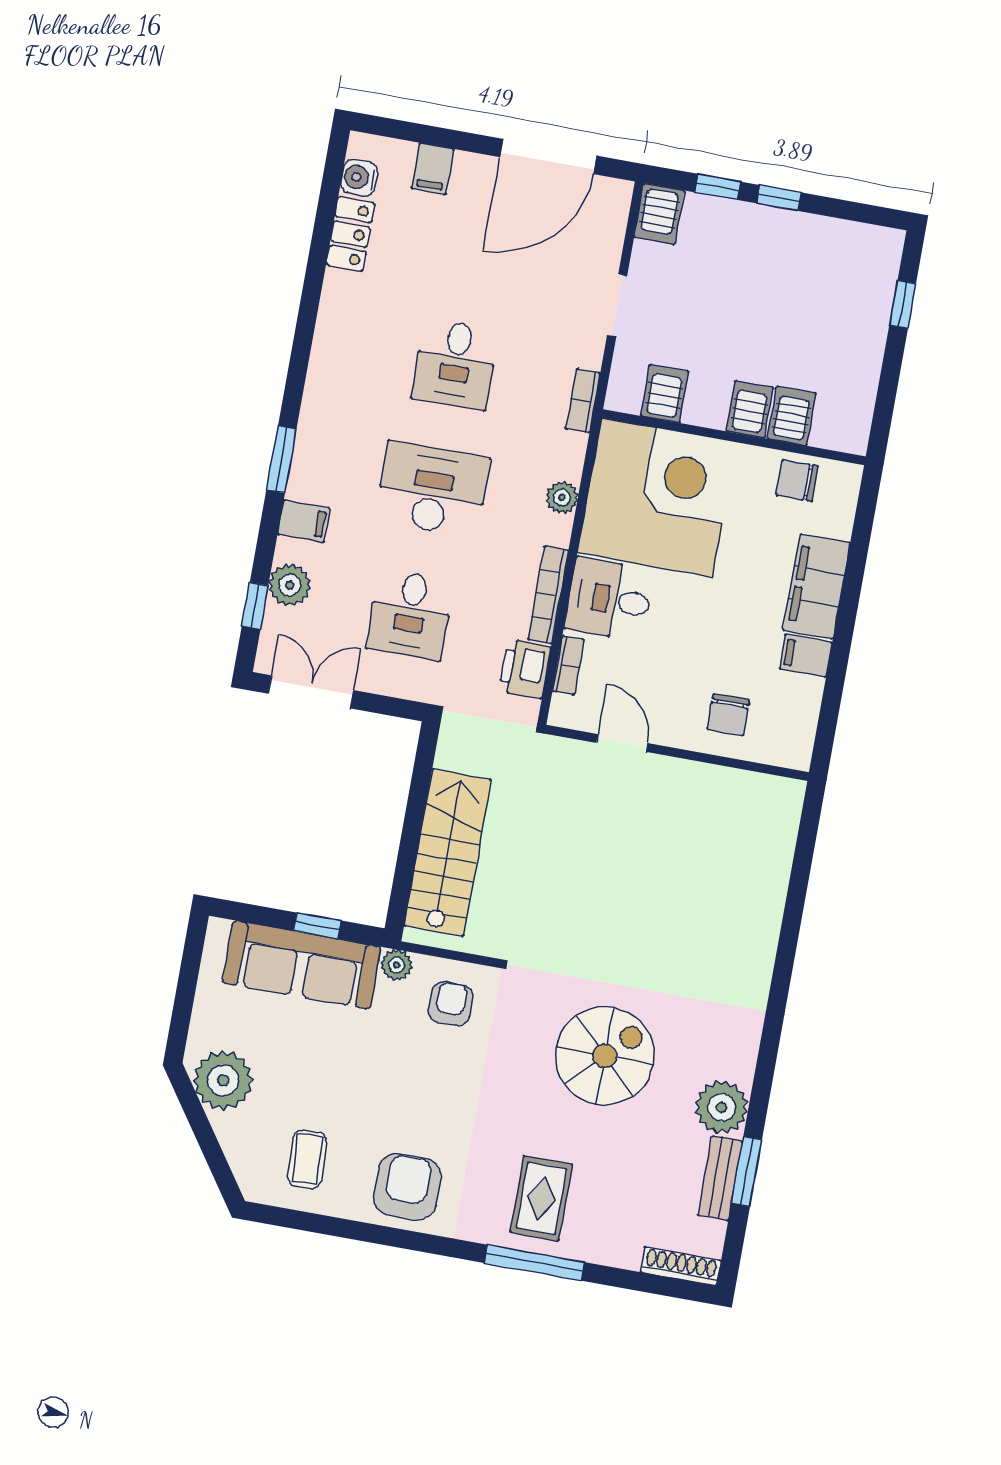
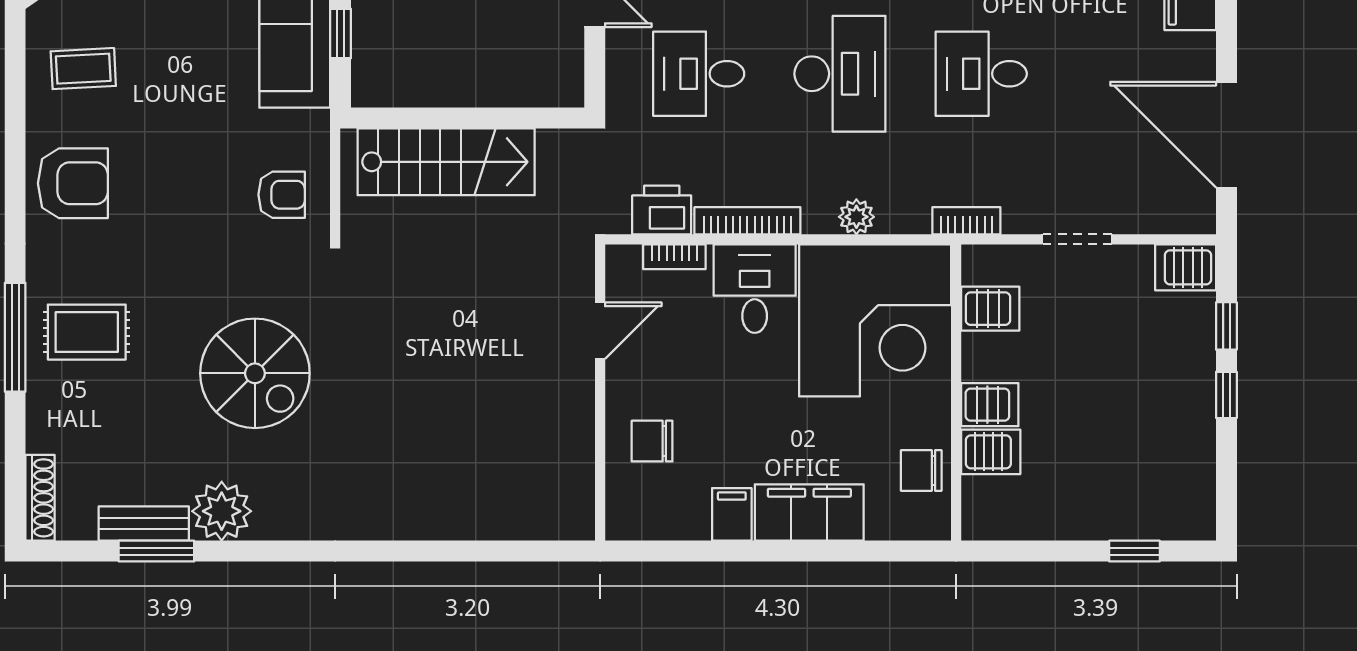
chair: (797, 481) -> (921, 471), turned -90
plant: (397, 965) -> (313, 128), removed

